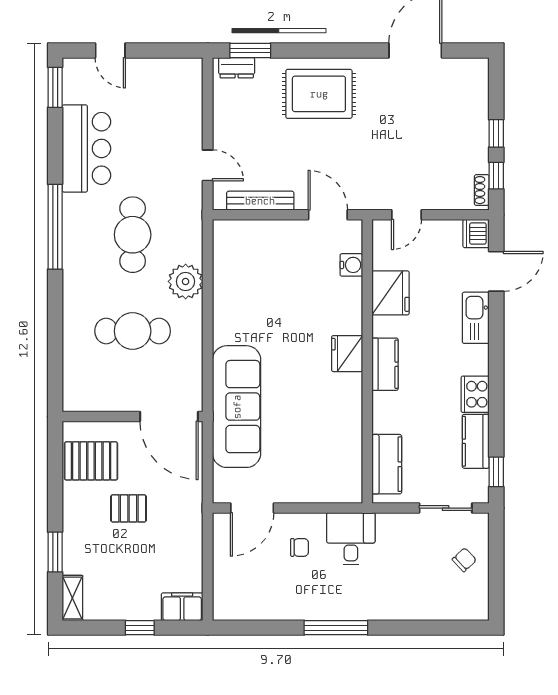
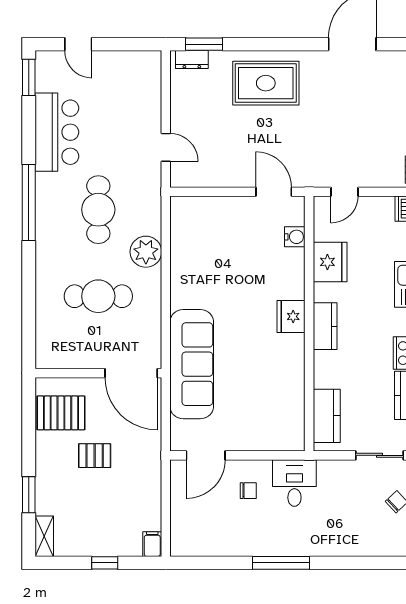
bench: (260, 201) -> (213, 179), removed
filing cabinet: (182, 607) -> (152, 544), width x0.50

